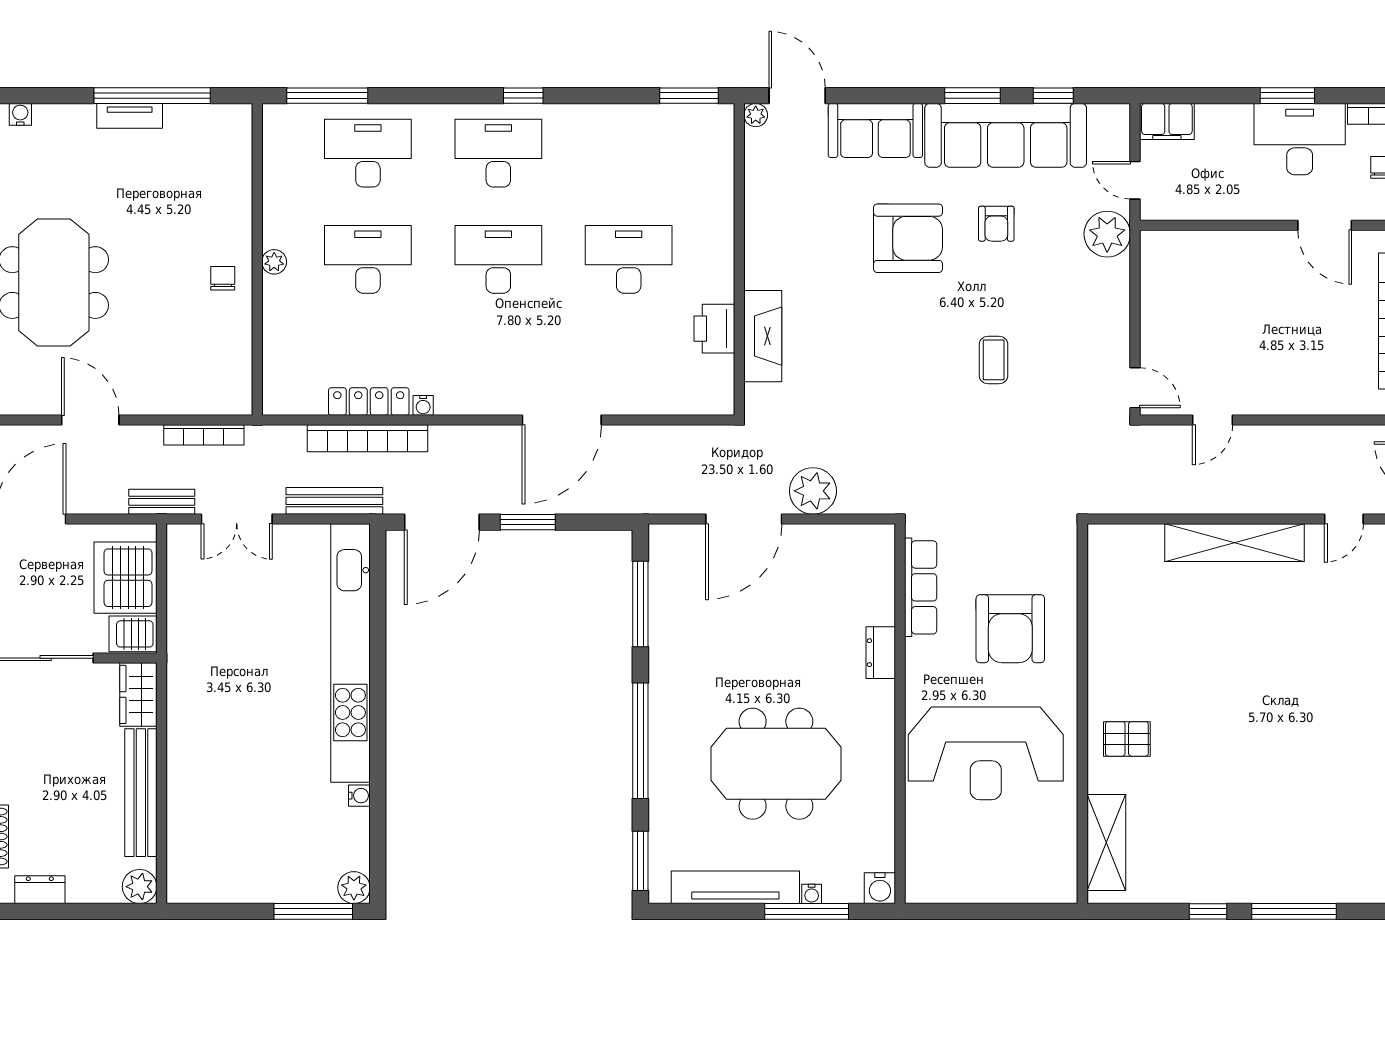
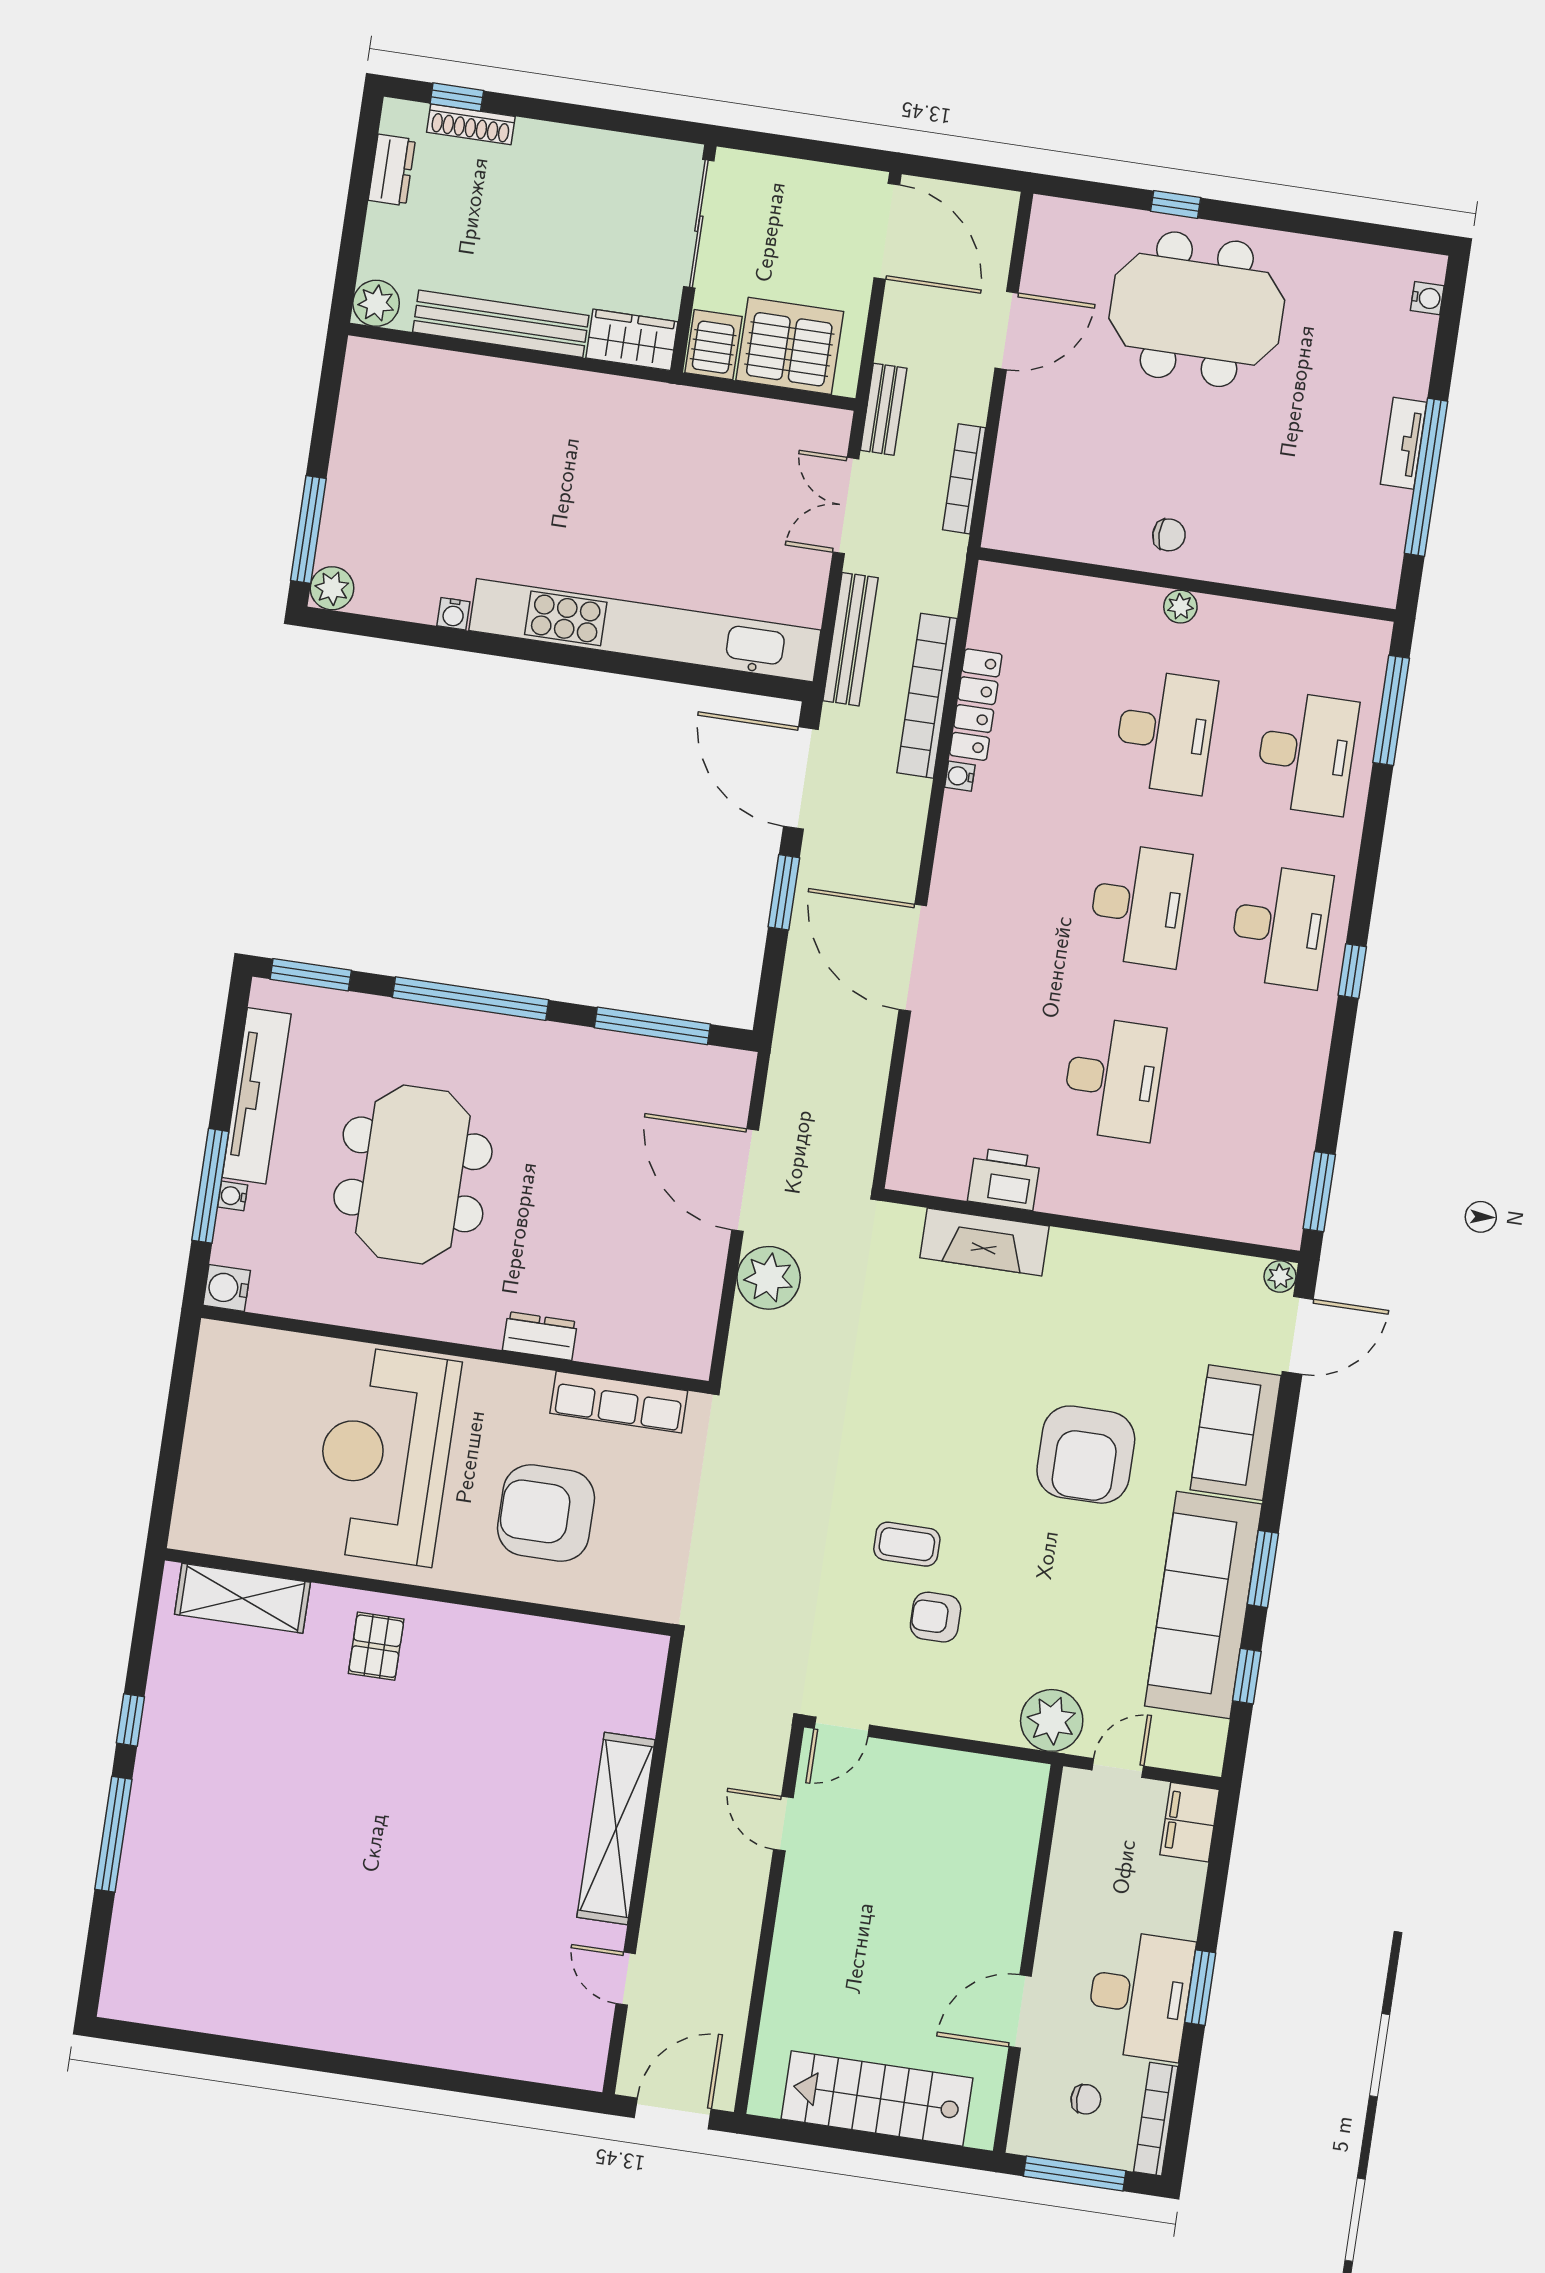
armchair: (996, 224) -> (936, 1617), moved

